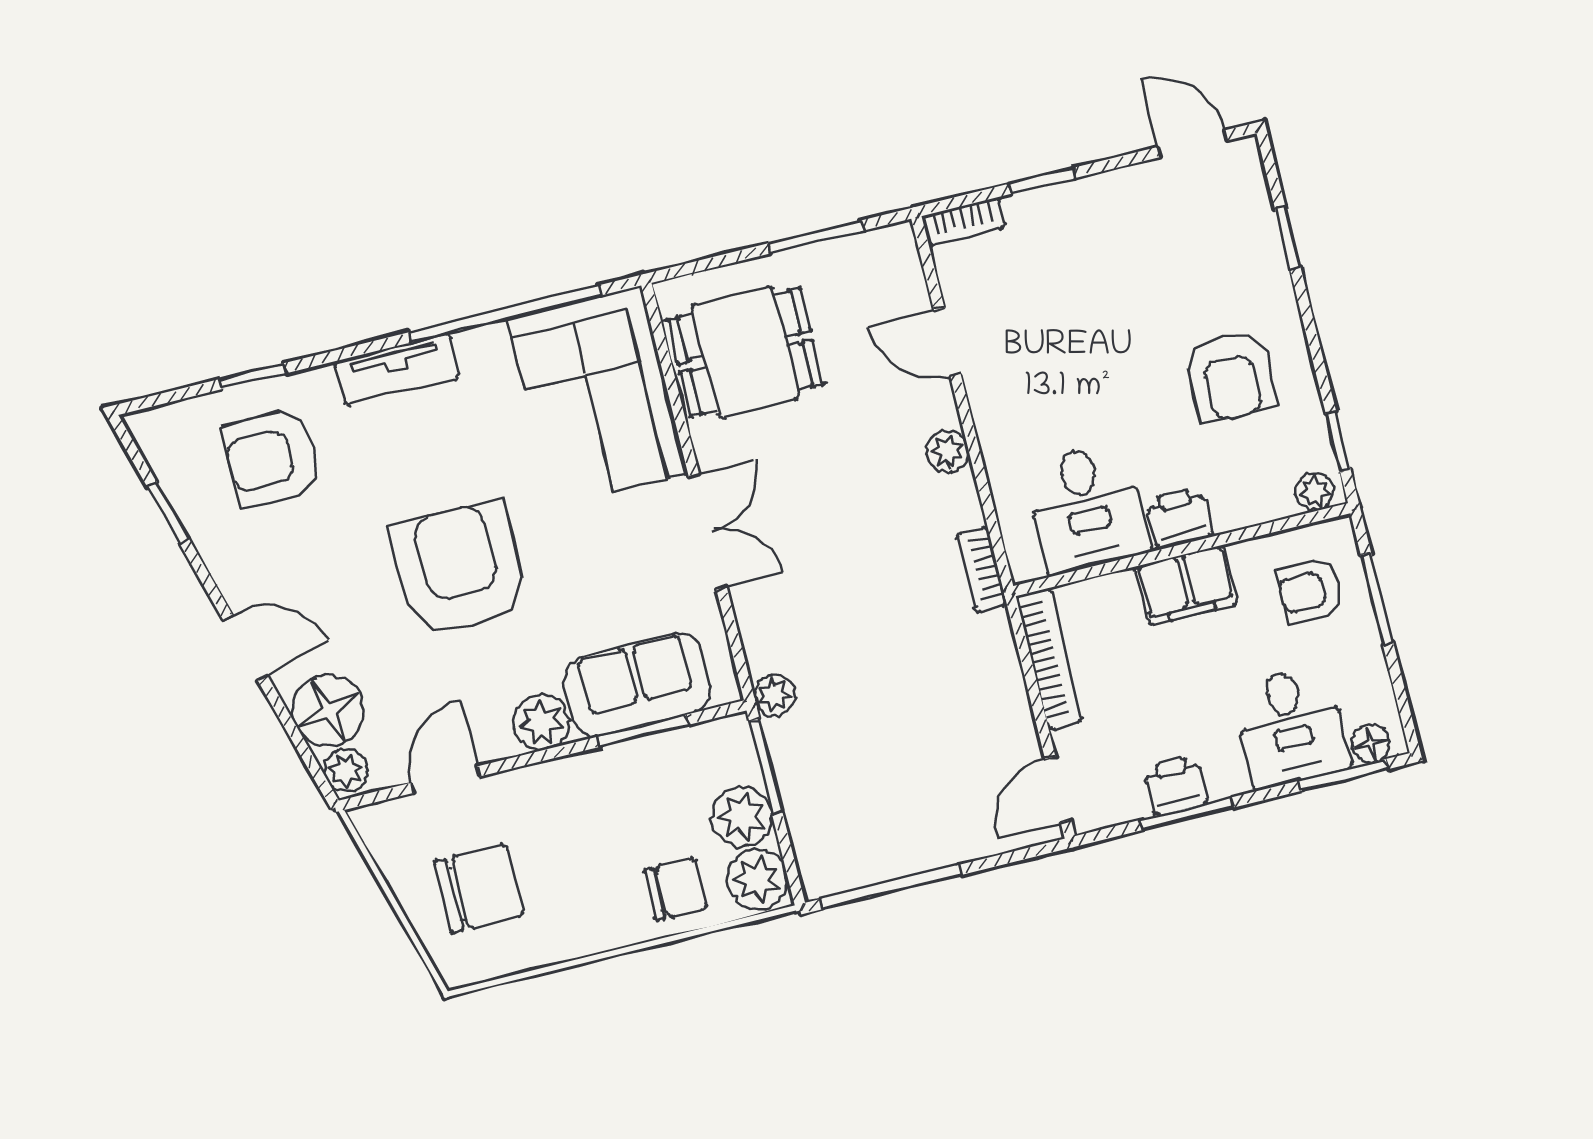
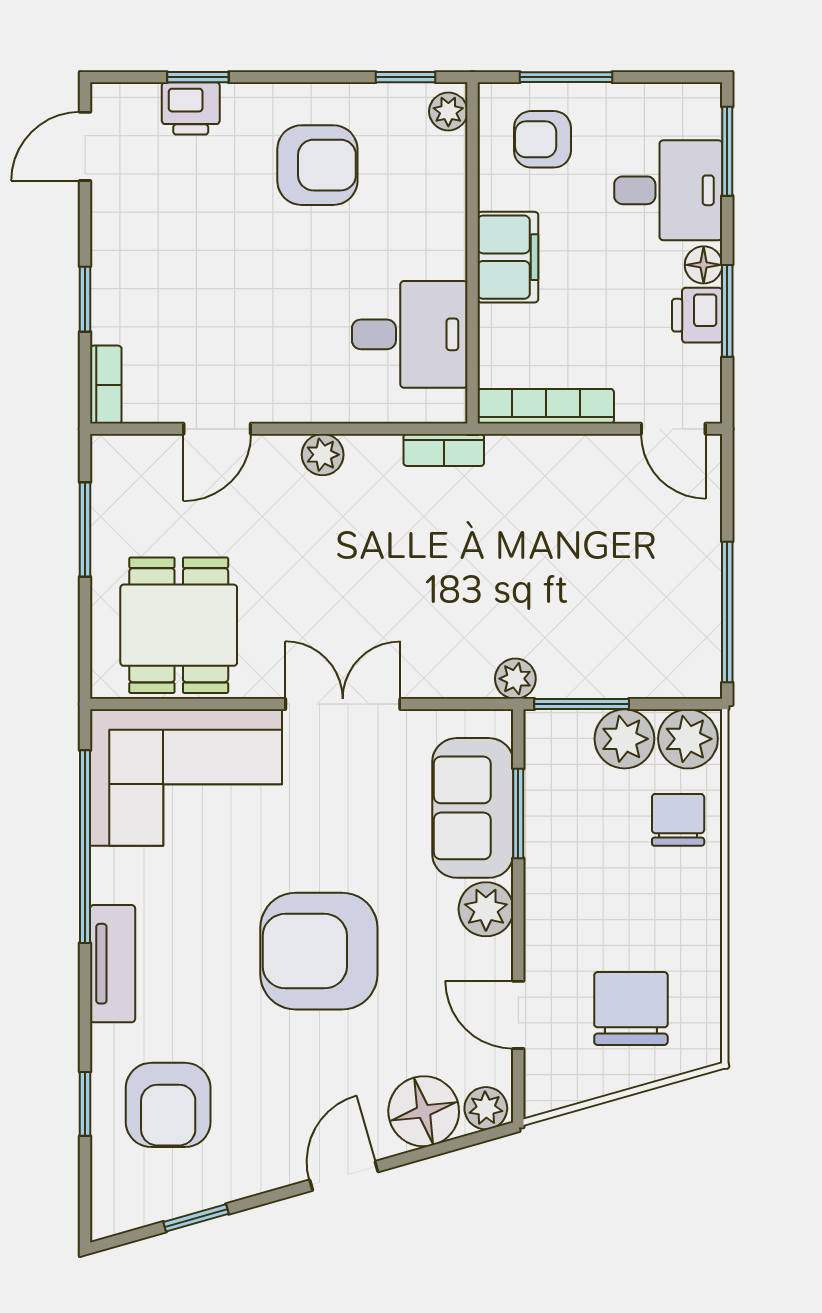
printer: (1179, 518) -> (191, 108), moved, turned -90
armchair: (1310, 591) -> (542, 139), turned 90
floor lamp: (1371, 743) -> (704, 265), moved

